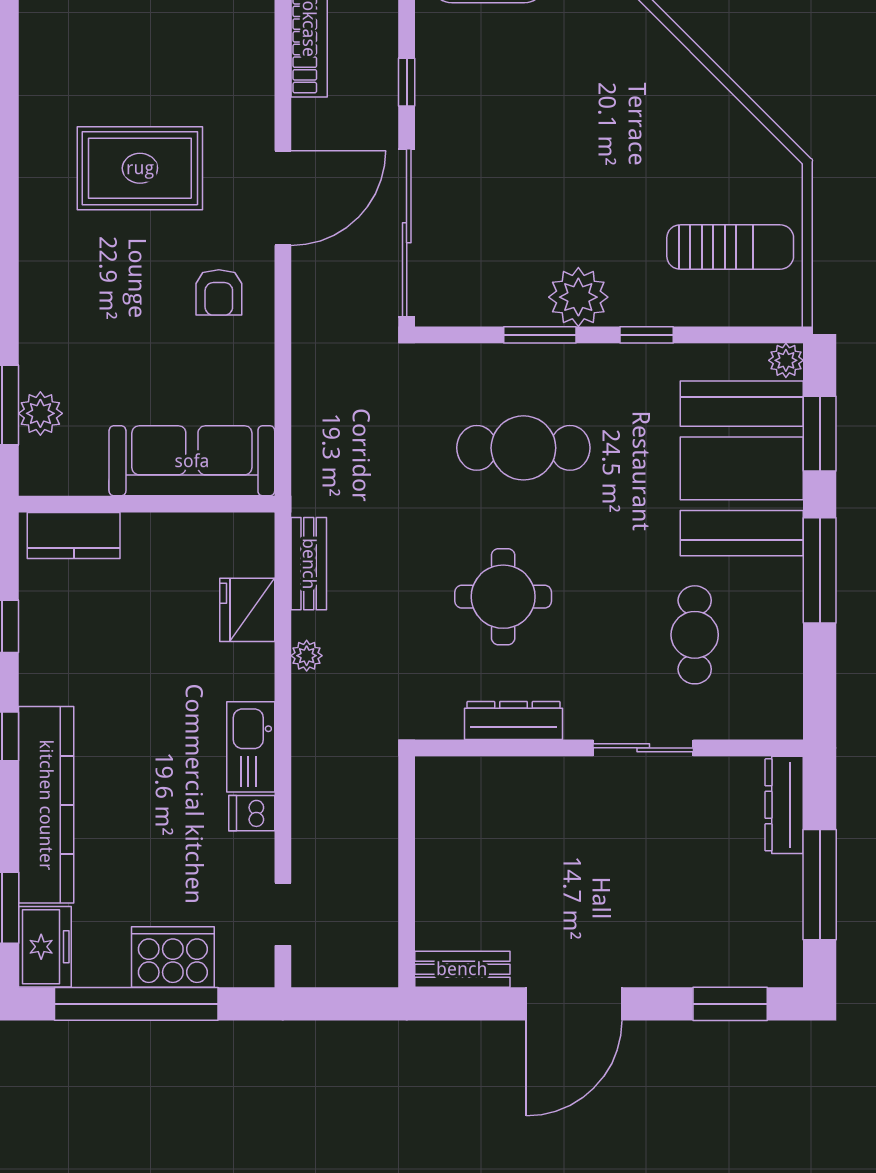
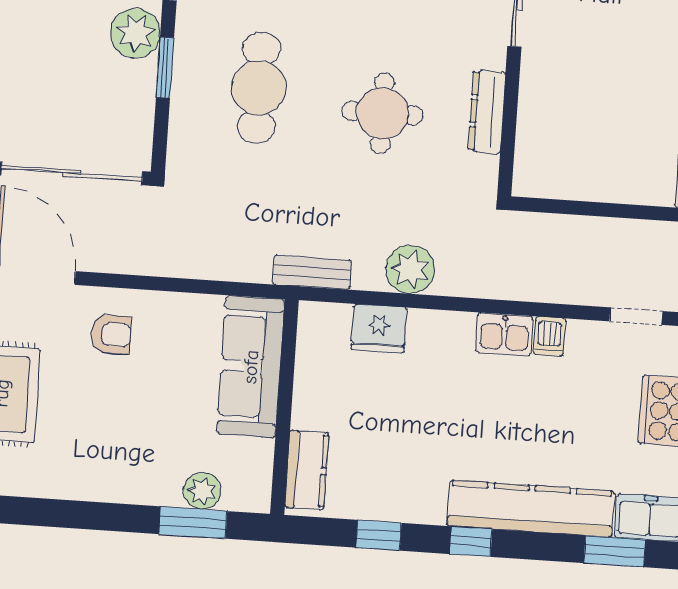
bench: (309, 564) -> (312, 272), moved
plant: (307, 656) -> (410, 269), width x1.87, depth x1.87
kitchen sink: (251, 747) -> (504, 334), width x0.73

